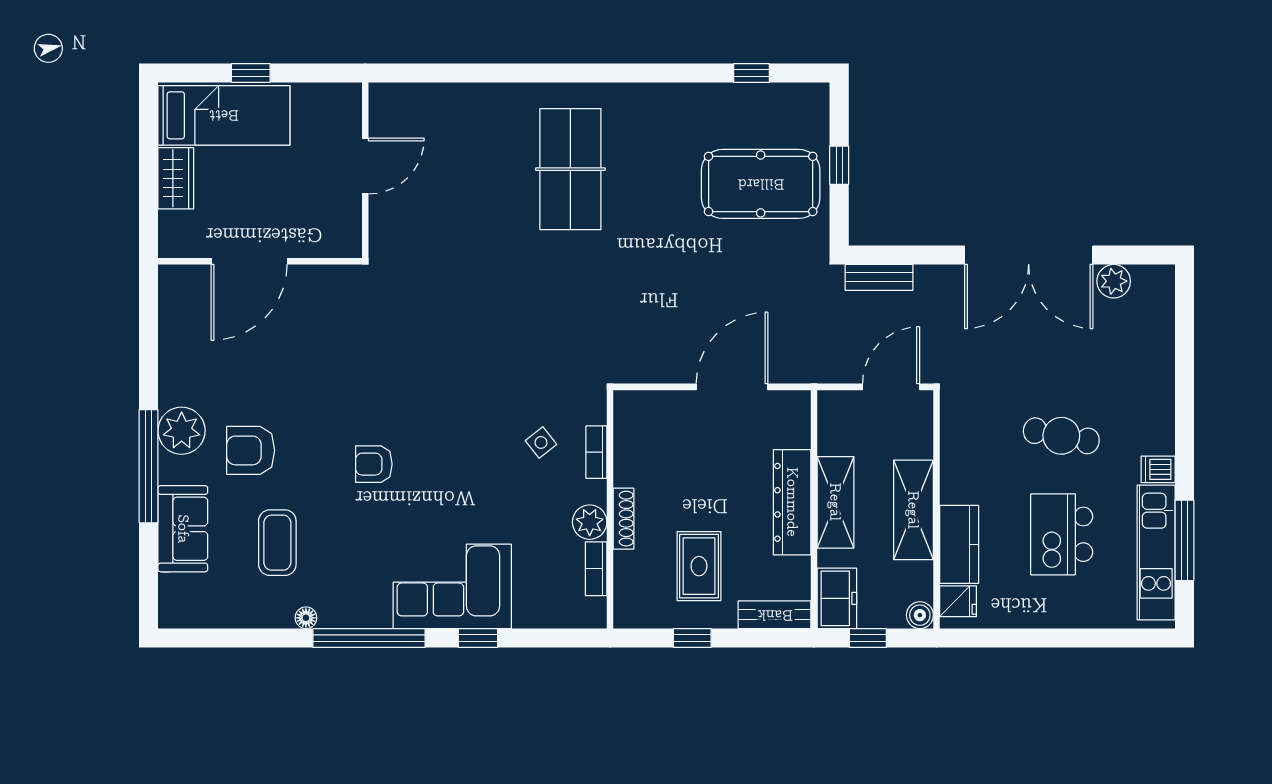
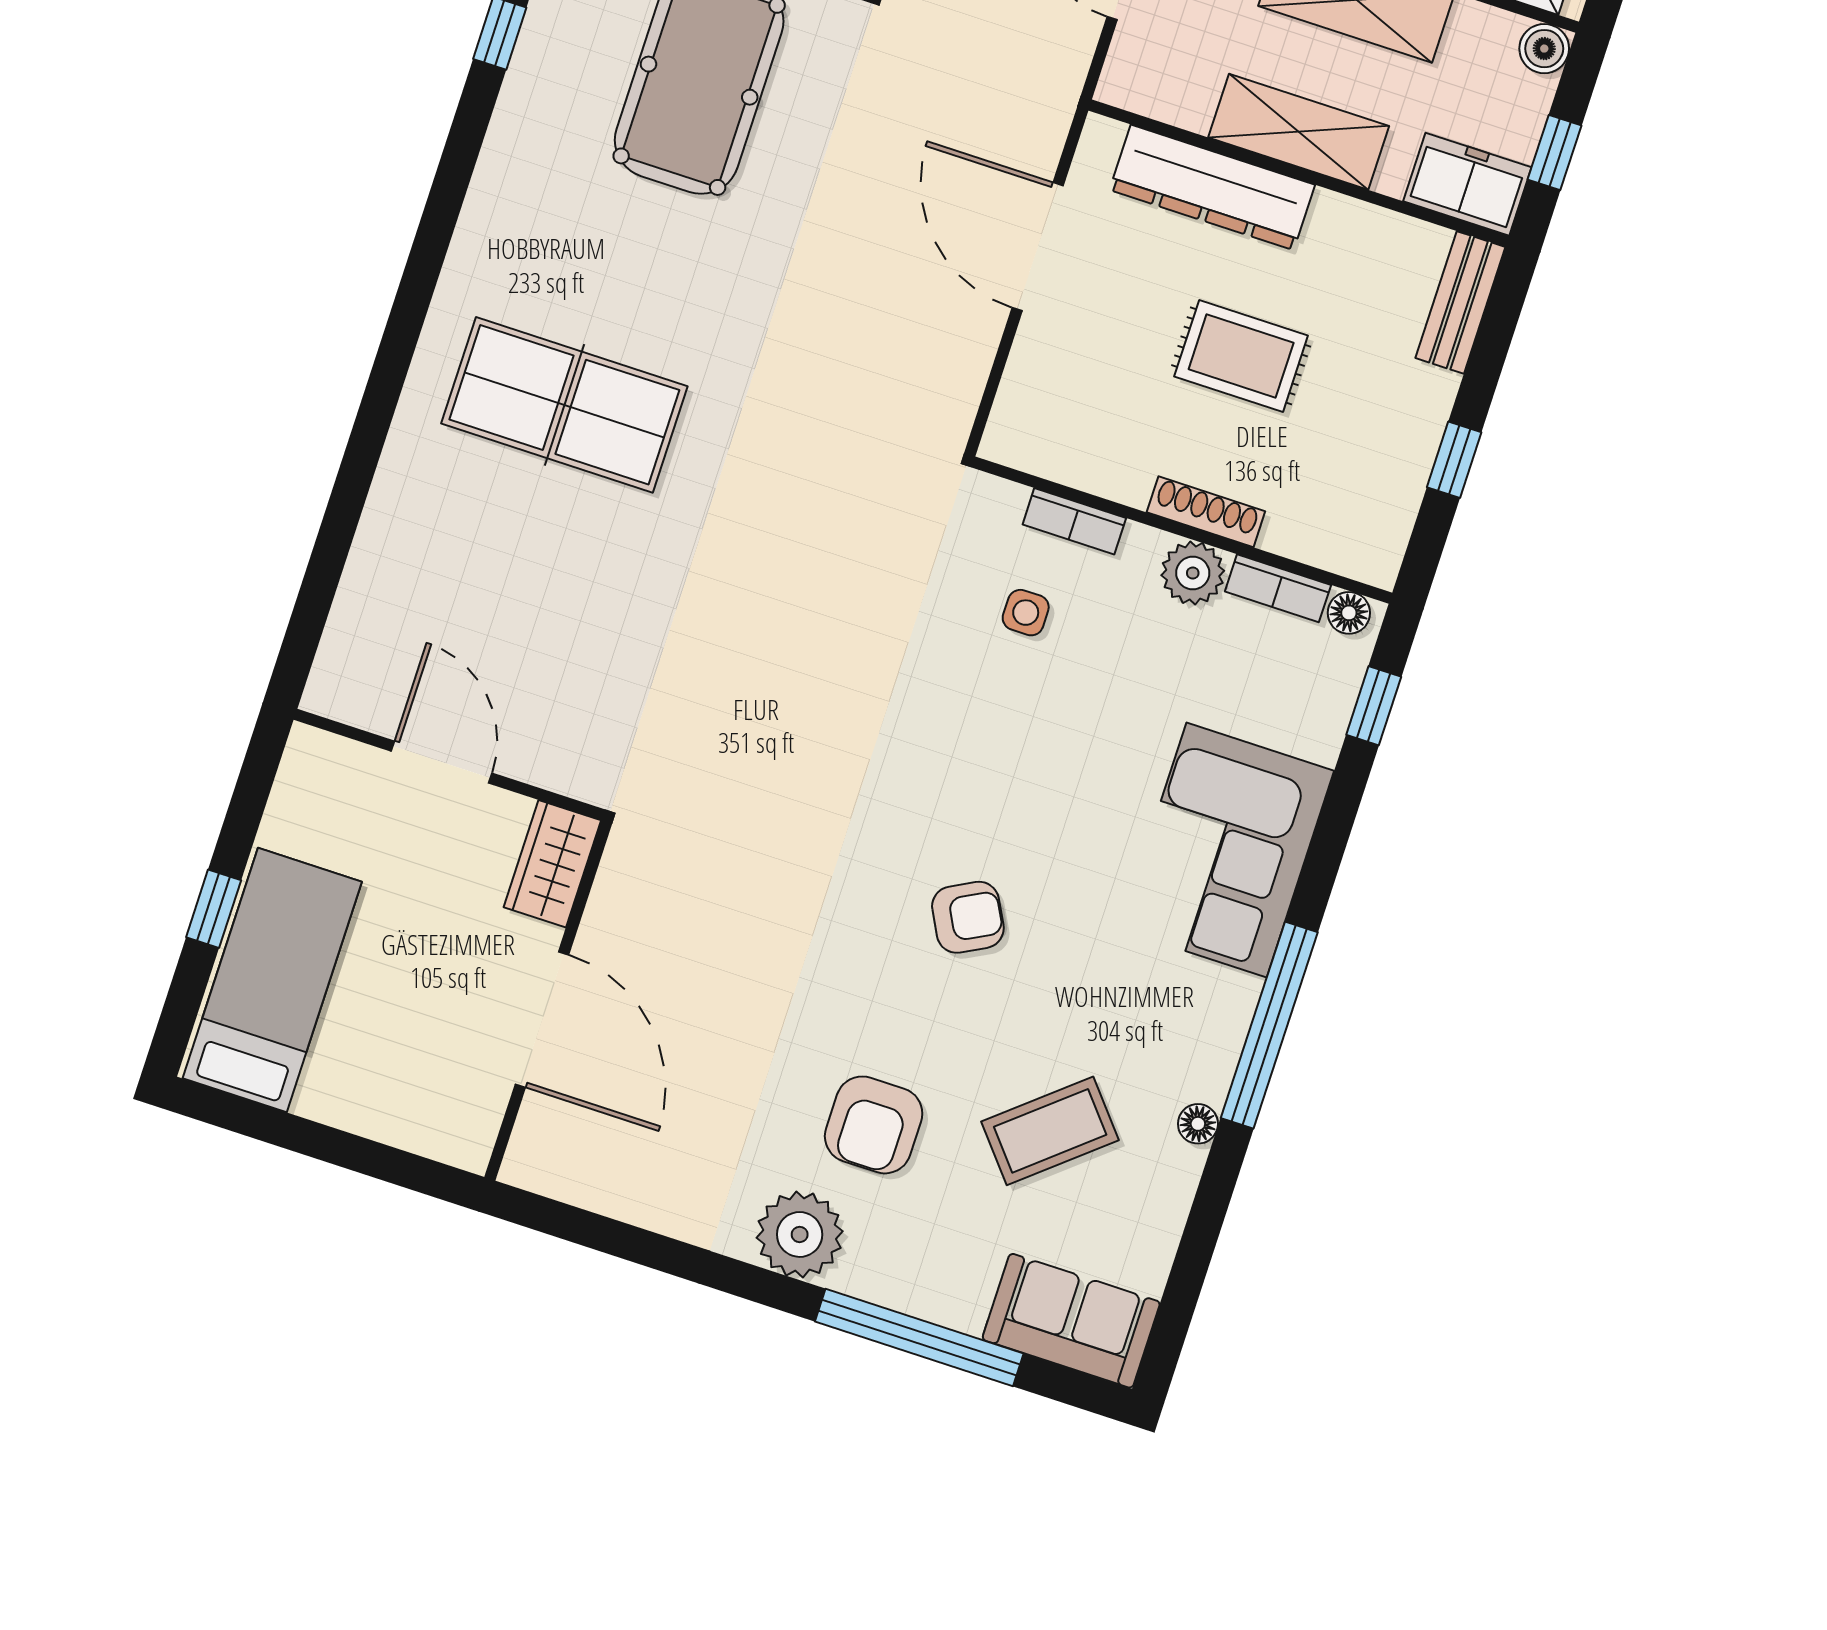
wardrobe: (176, 178) -> (552, 864), moved, turned -90
side table: (541, 442) -> (1026, 613), turned 38
armchair: (374, 464) -> (968, 917), turned -118
window: (149, 466) -> (919, 1337), moved
dresser: (792, 502) -> (1212, 187), moved
sofa: (183, 529) -> (1071, 1321), moved
coffee table: (277, 543) -> (1050, 1131), turned -40
rug: (699, 566) -> (1241, 356), moved
floor lamp: (595, 610) -> (1349, 613), added
window: (478, 638) -> (1374, 706), moved

